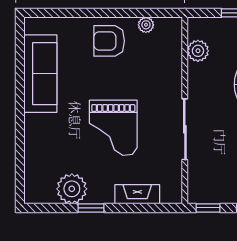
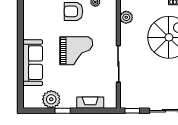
sofa: (40, 74) -> (33, 63), moved
grand piano: (113, 128) -> (76, 51), moved, turned -90

